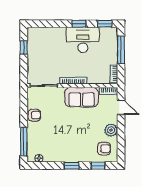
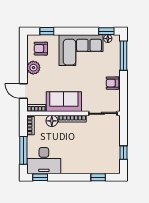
window: (79, 24) -> (98, 177), moved
desk: (83, 40) -> (44, 161), moved
floor lamp: (93, 78) -> (52, 121), added
corner sofa: (65, 147) -> (81, 50), added
window: (72, 166) -> (106, 31), moved

